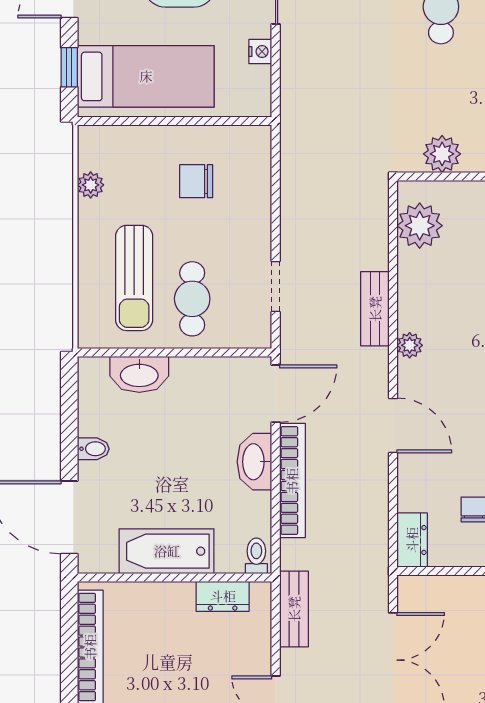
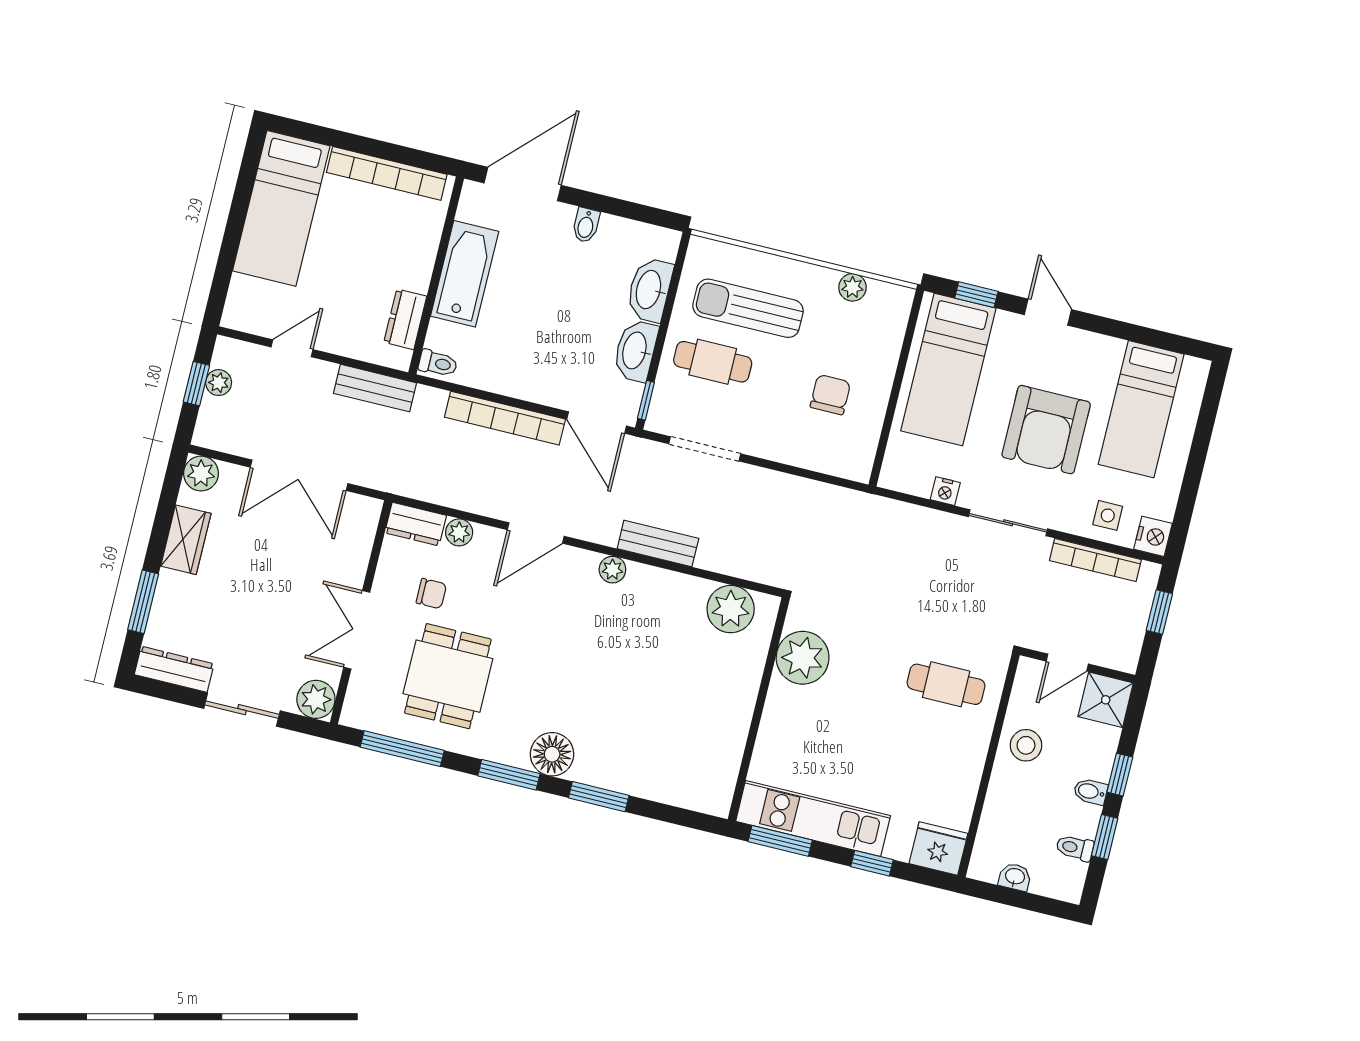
plant: (442, 154) -> (803, 658), width x1.36, depth x1.36
doorway: (276, 286) -> (705, 449), width x1.38
window: (244, 353) -> (646, 400), added
washbasin: (254, 462) -> (635, 351), moved, turned -90
plant: (410, 497) -> (459, 532), added

